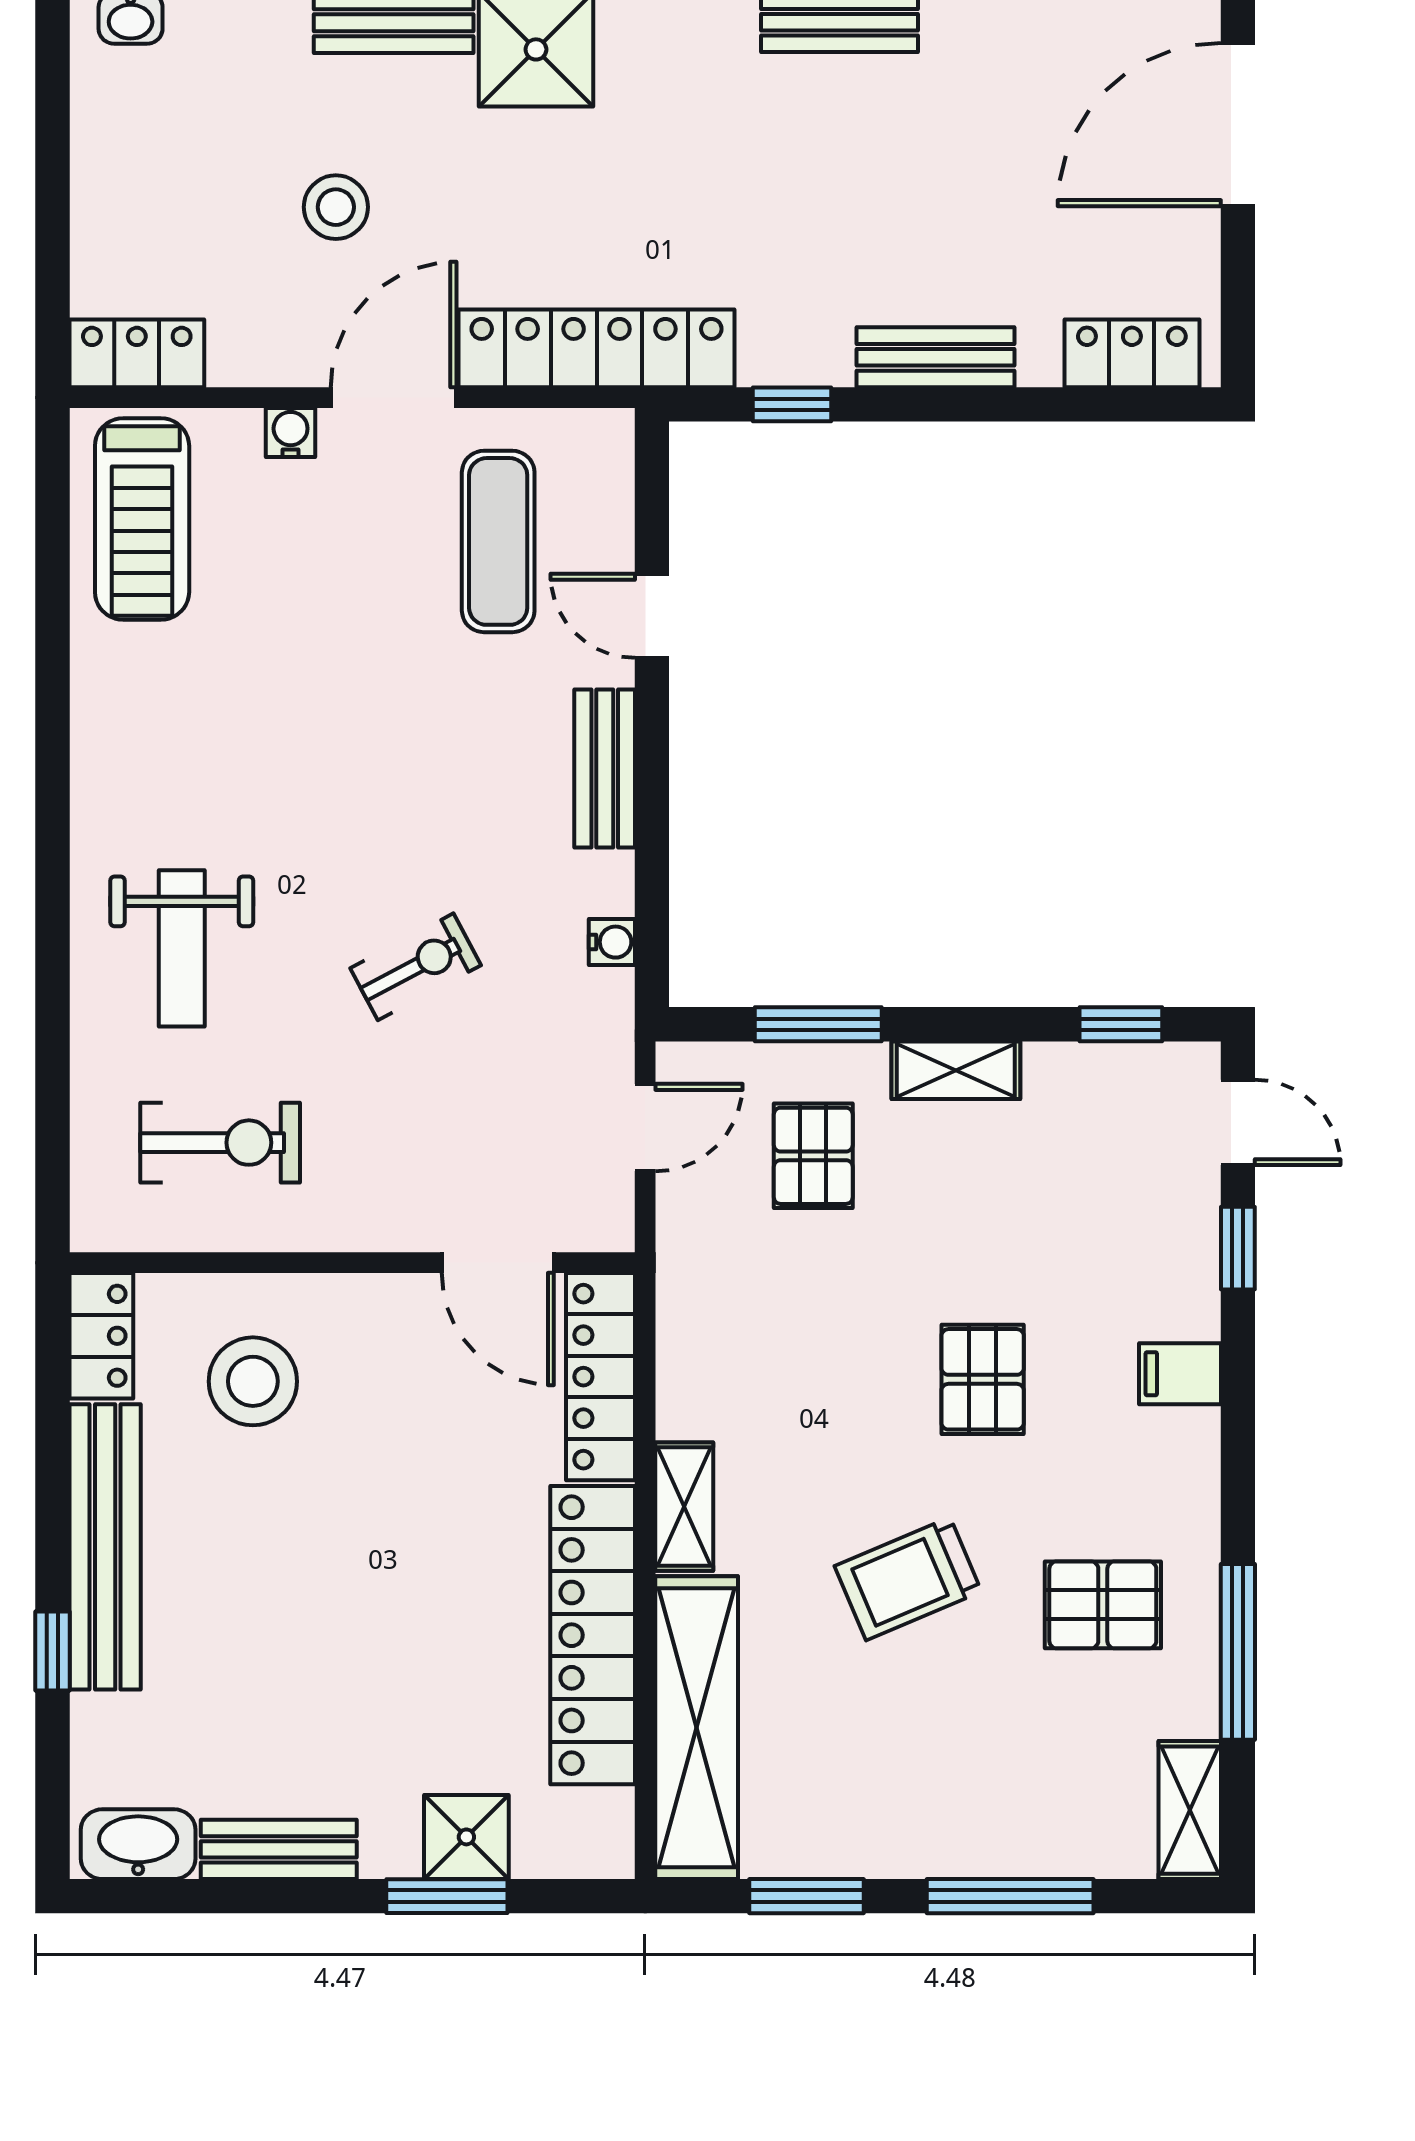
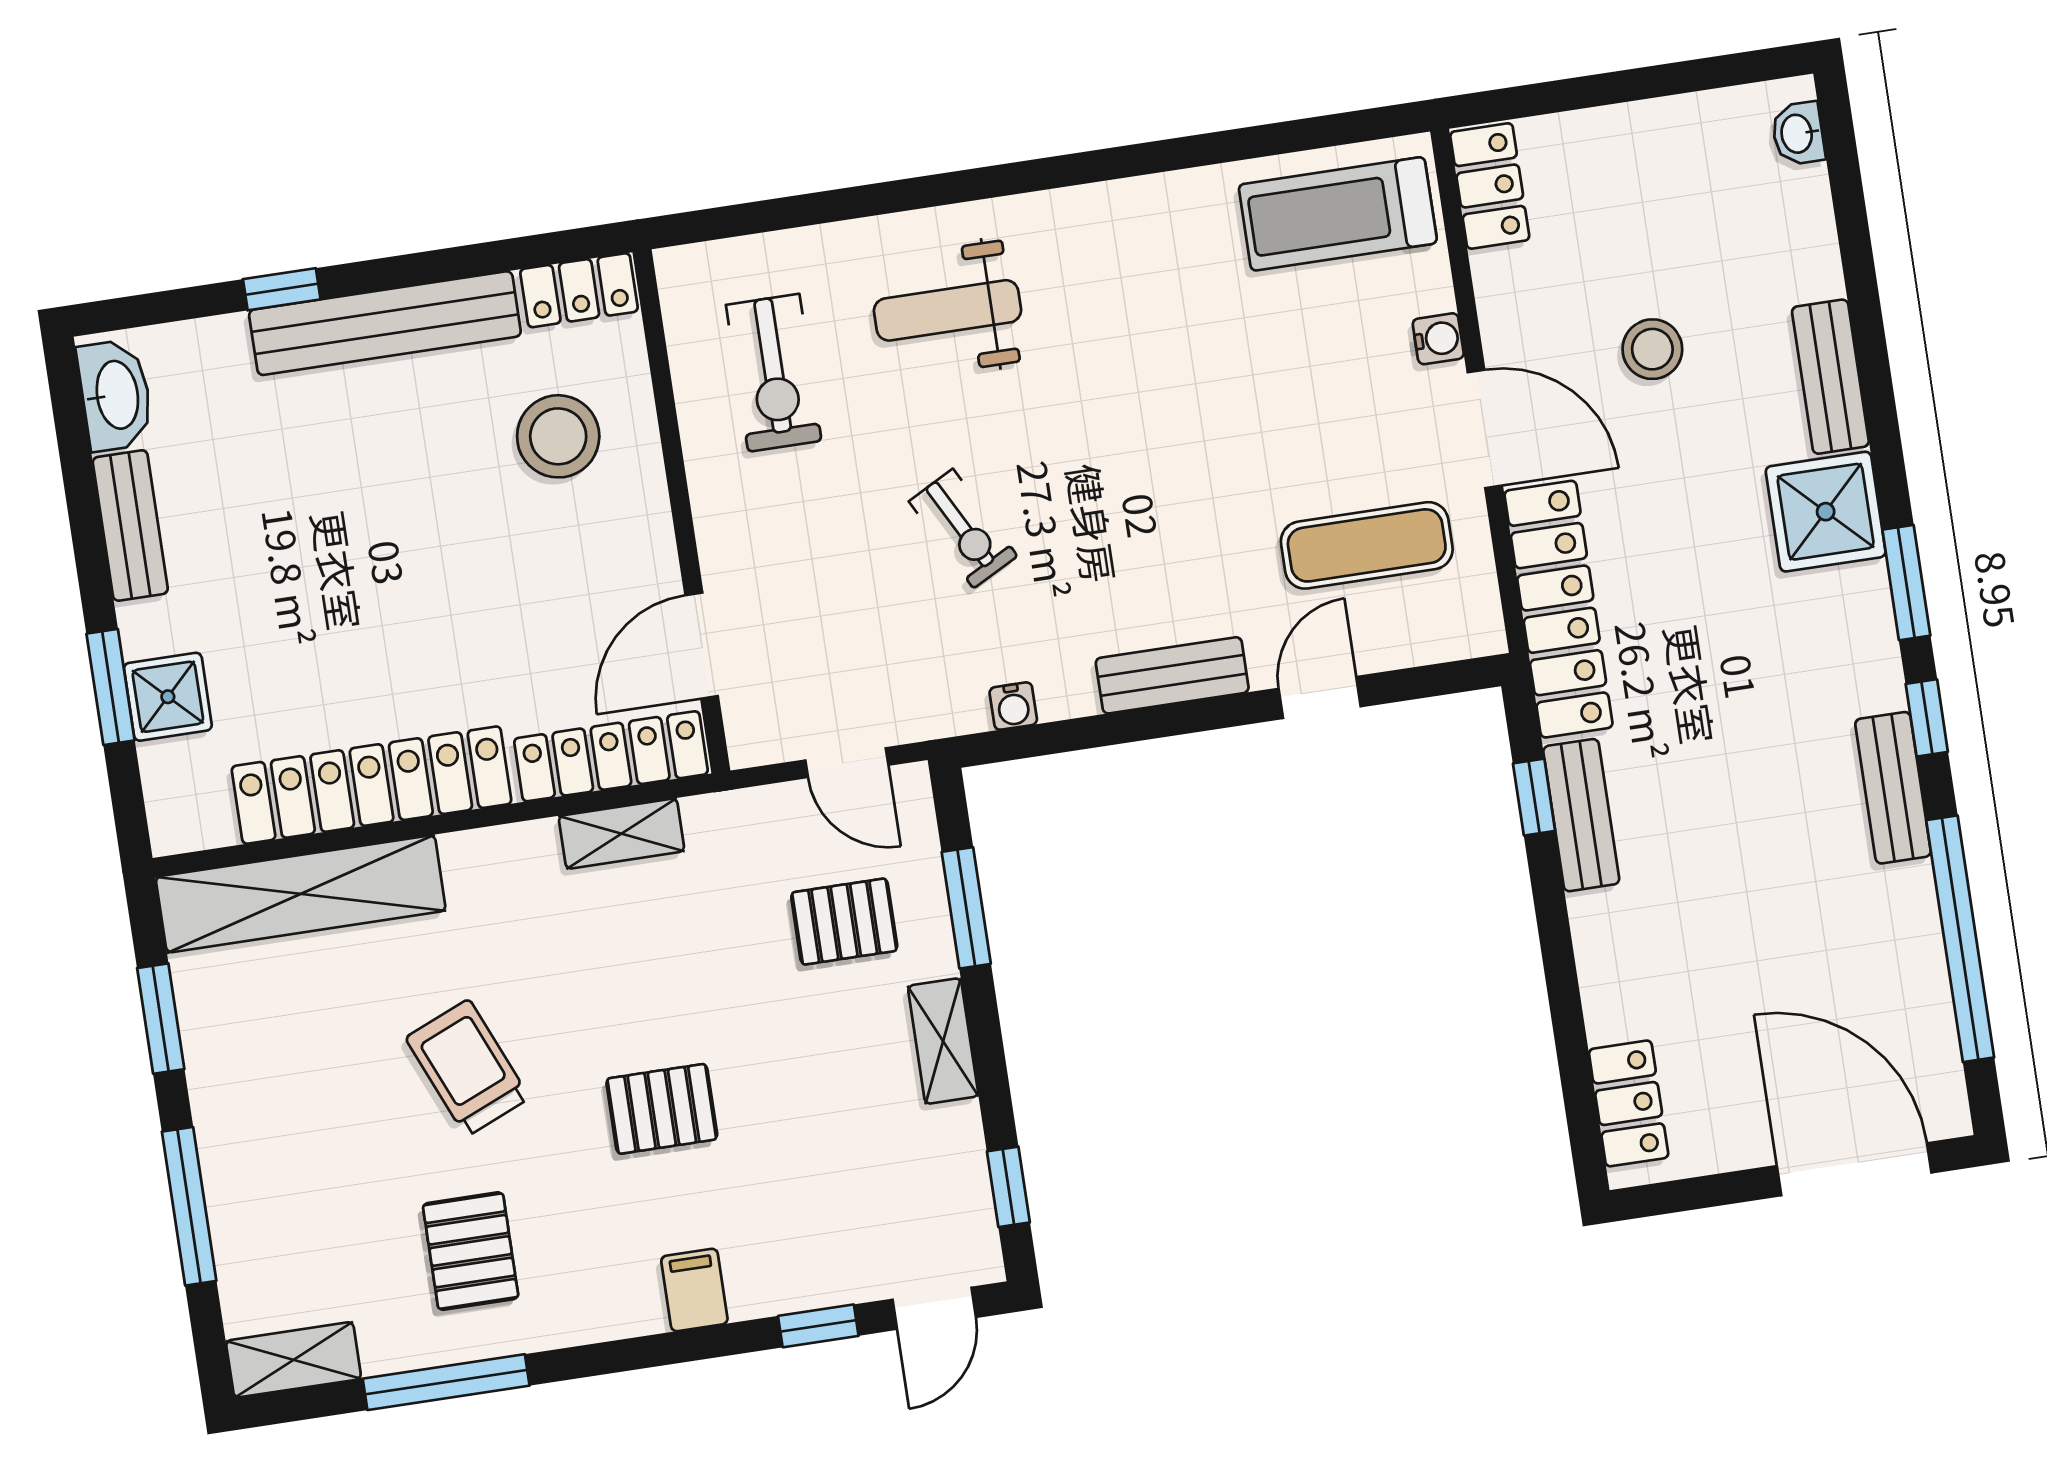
bench: (935, 357) -> (1581, 815), moved
shelving: (684, 1507) -> (621, 834), moved

